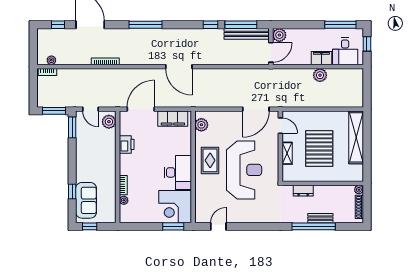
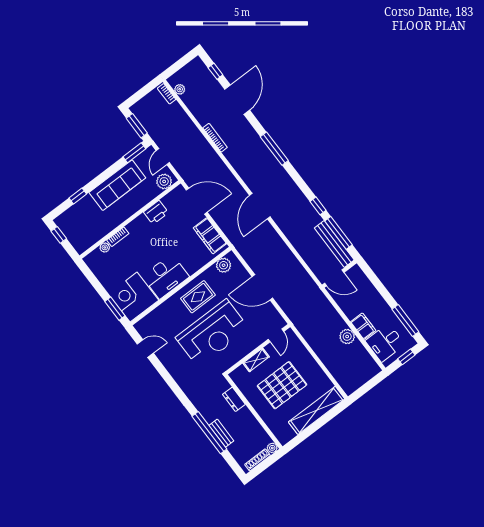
plant: (279, 35) -> (355, 274), removed
door: (256, 109) -> (262, 287), moved
sofa: (86, 200) -> (117, 185), moved, width x1.36

